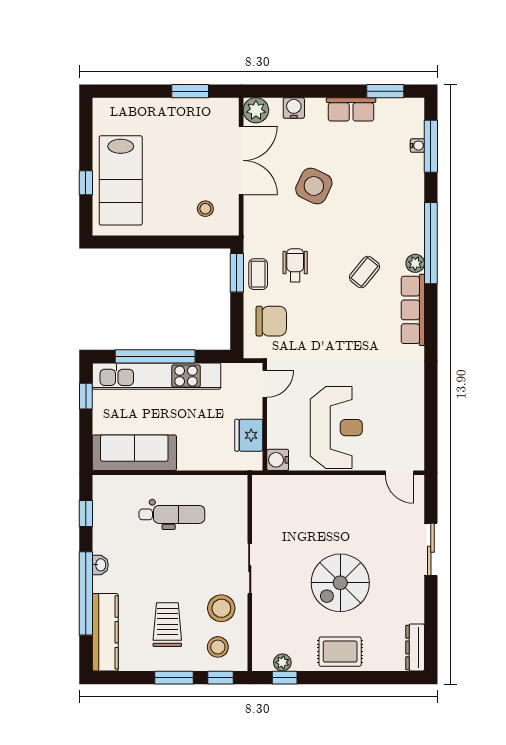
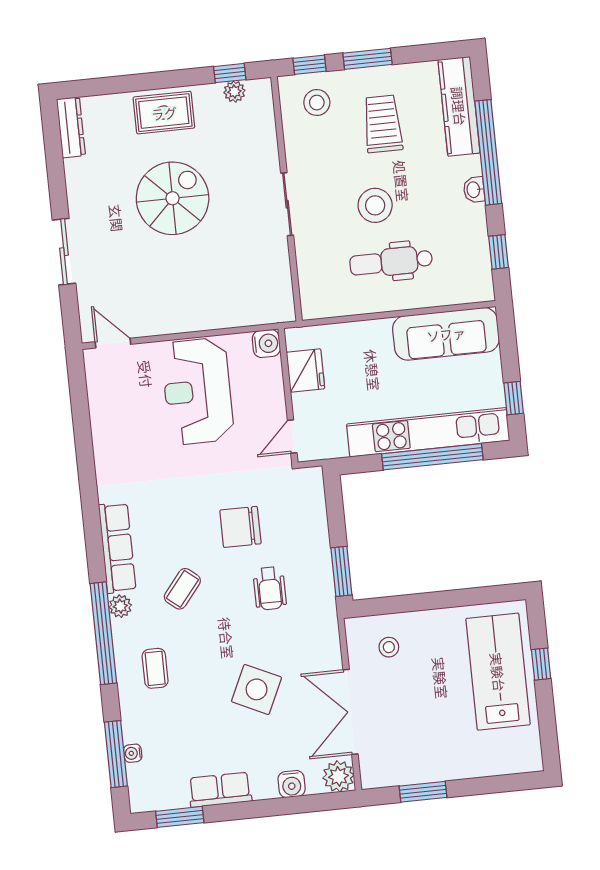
coffee table: (258, 274) -> (155, 668), moved
chair: (271, 321) -> (240, 527), moved
stool: (221, 608) -> (375, 205), moved
trolley: (167, 625) -> (383, 124), turned 180

